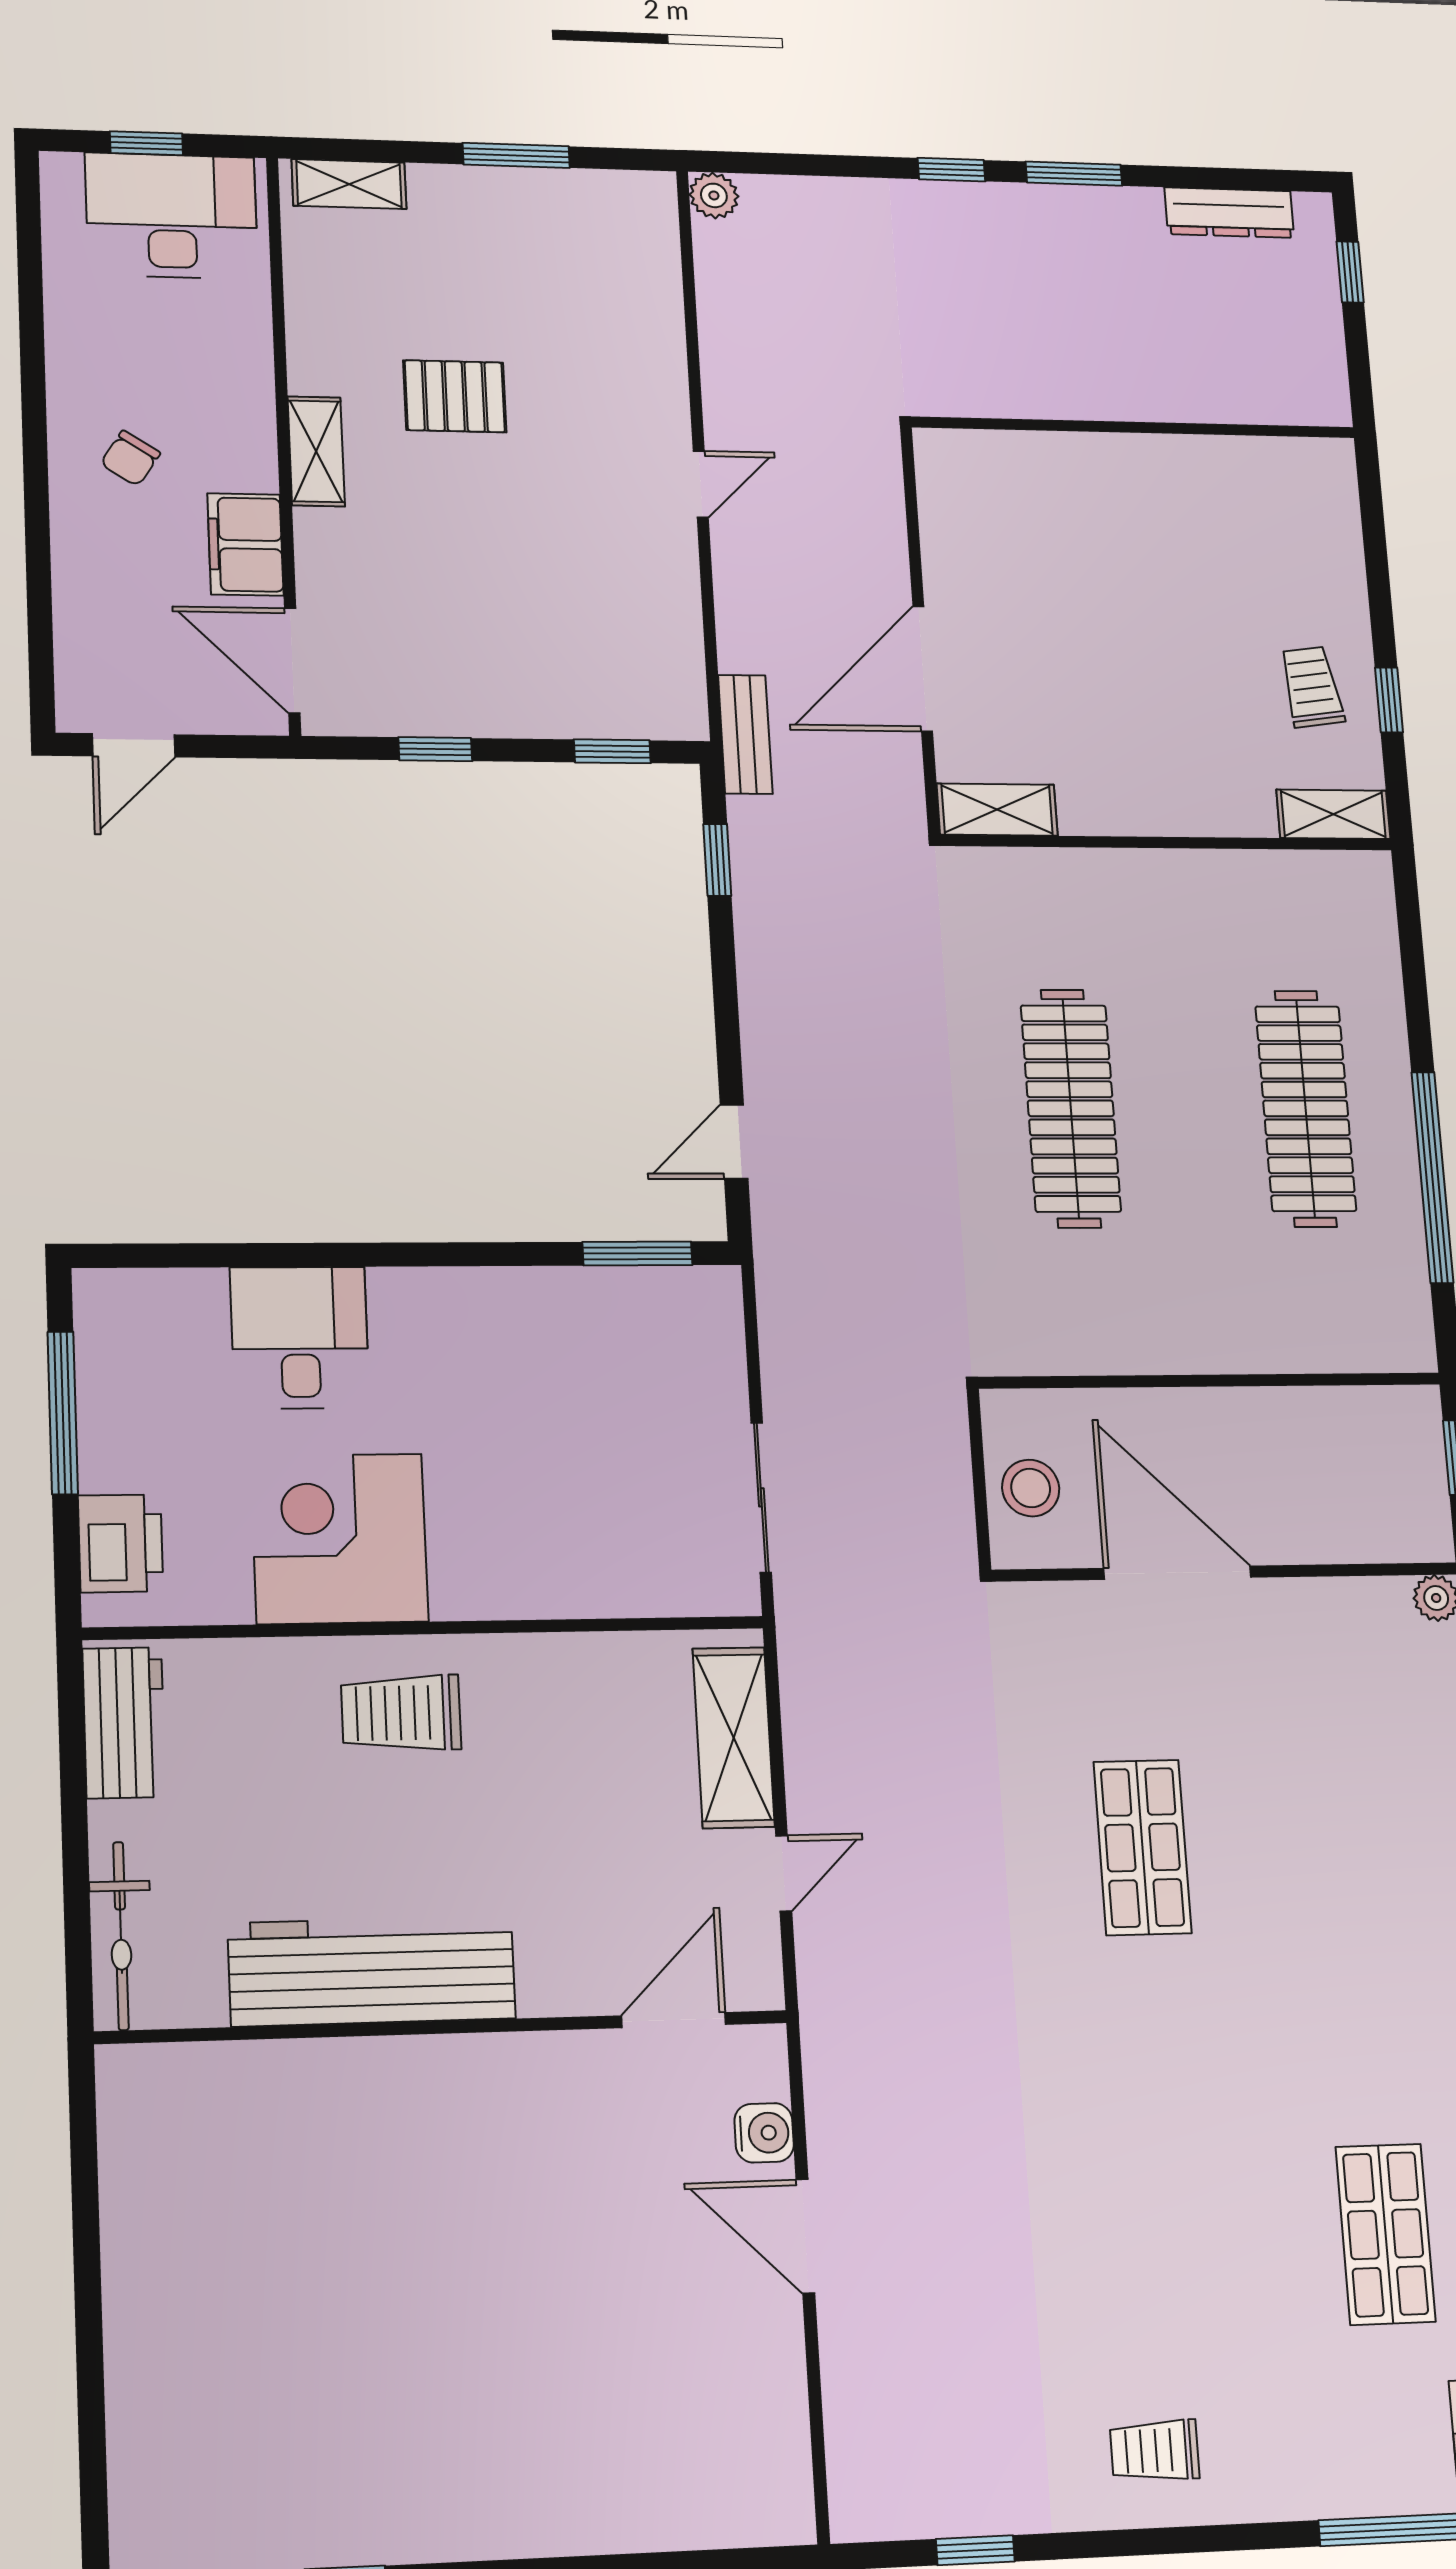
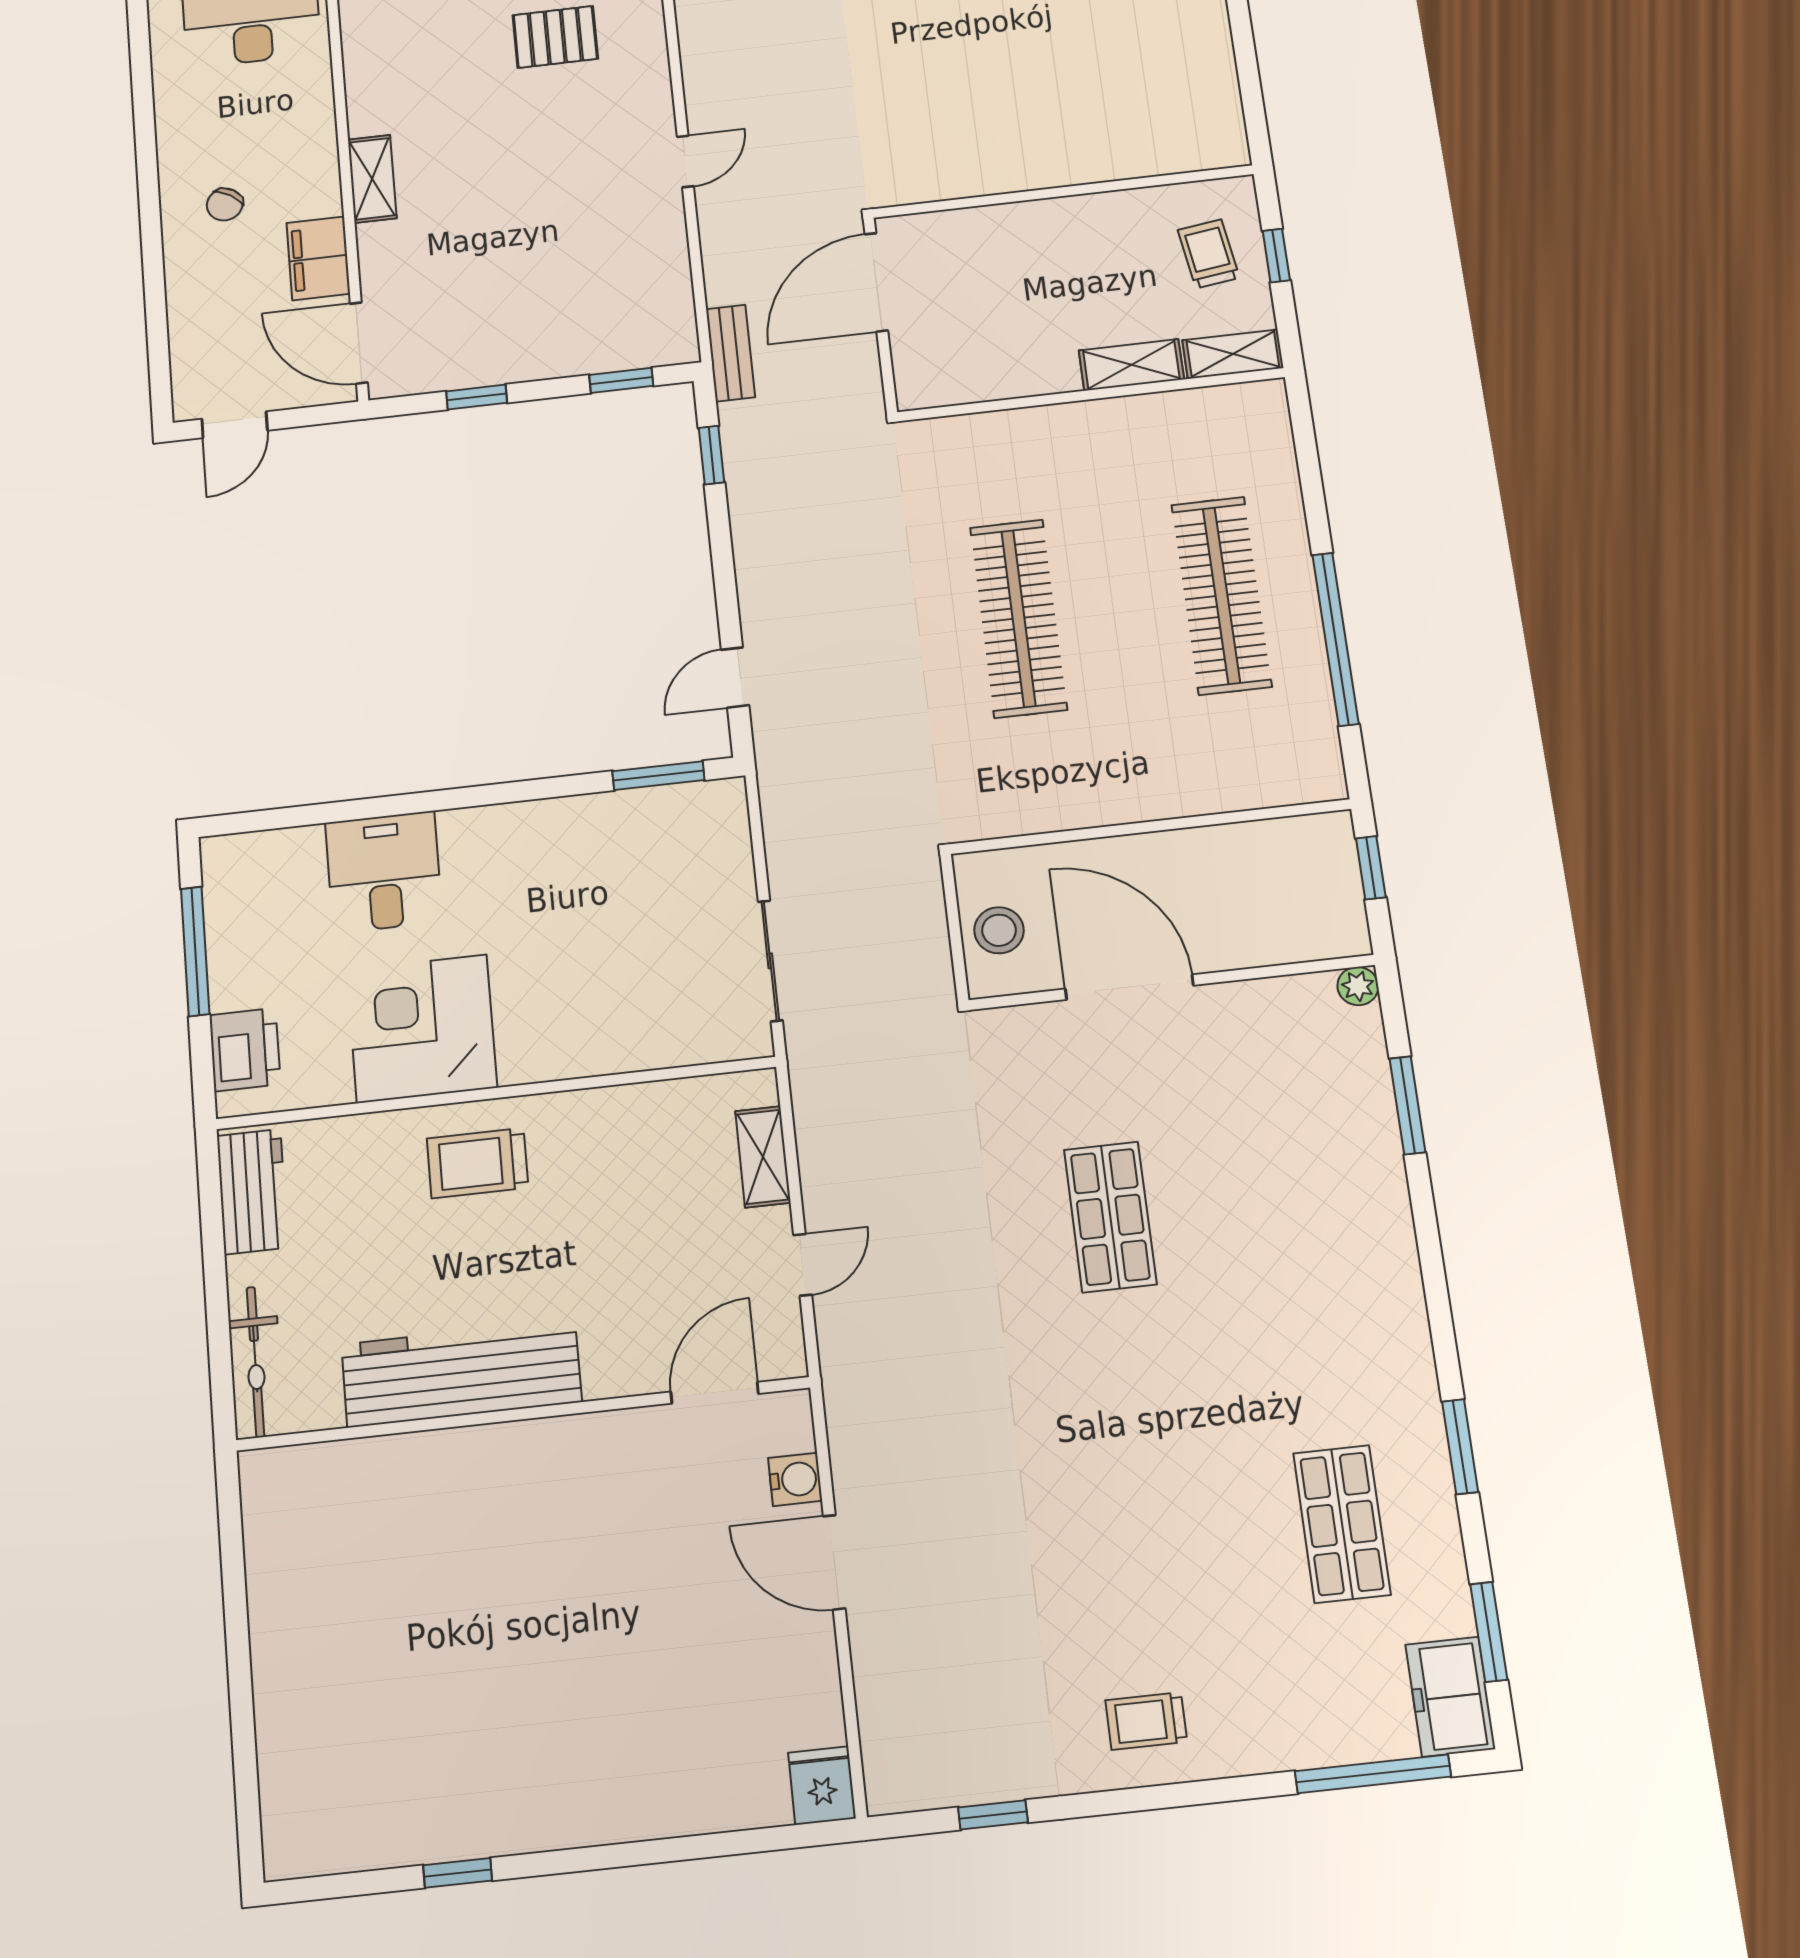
pallet: (455, 396) -> (555, 37), moved
wall: (1134, 427) -> (1063, 192), moved
shelving: (997, 810) -> (1131, 365), moved
shelving: (734, 1737) -> (763, 1157), width x0.67, depth x0.75
fridge: (780, 2503) -> (822, 1785), added

